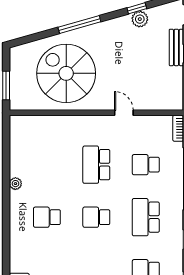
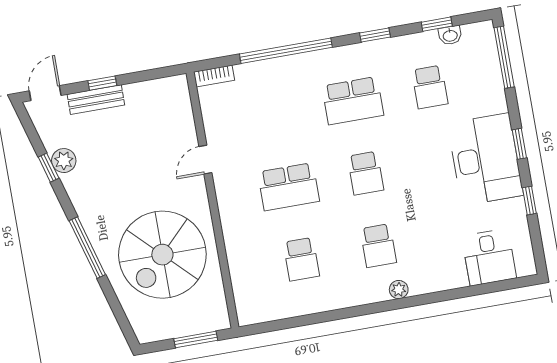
school desk: (146, 165) -> (301, 259), moved
plant: (15, 184) -> (399, 290), moved

